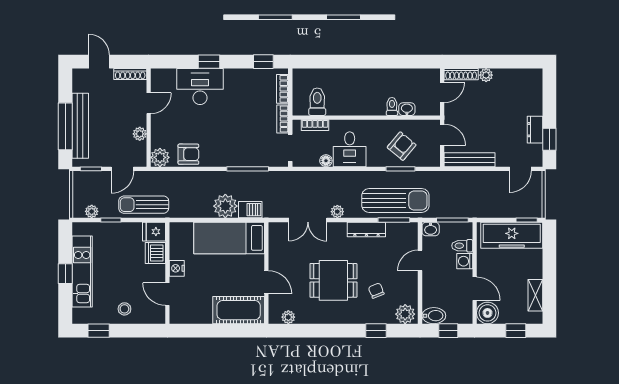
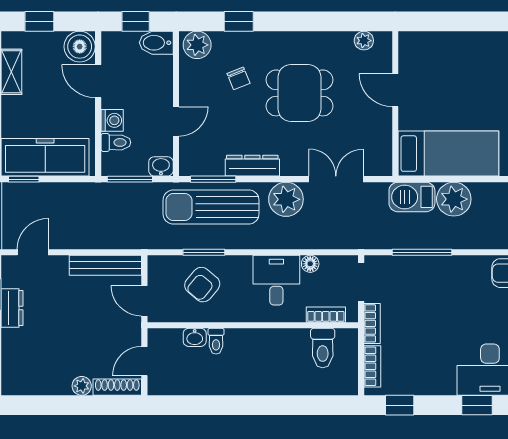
barbecue: (250, 210) -> (412, 197), width x1.38, depth x1.27
plant: (337, 212) -> (286, 199), width x1.87, depth x1.87
cot: (239, 310) -> (435, 51), removed

